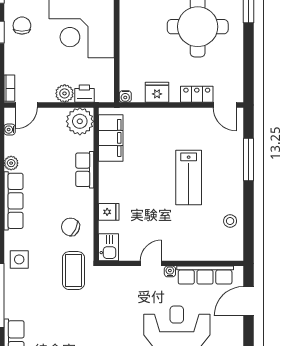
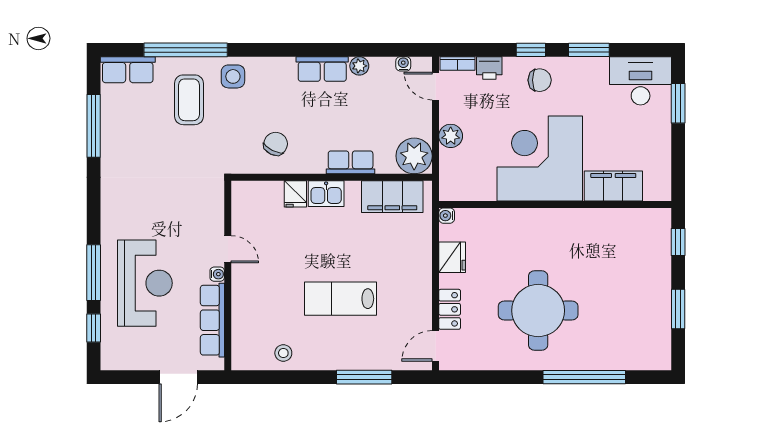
printer: (84, 94) -> (489, 68), moved, turned 90
row of seats: (13, 201) -> (322, 69), width x0.68
kitchen sink: (109, 247) -> (326, 194), moved
coffee table: (73, 271) -> (189, 100), moved, turned 90
door: (248, 301) -> (178, 377), swing flipped

